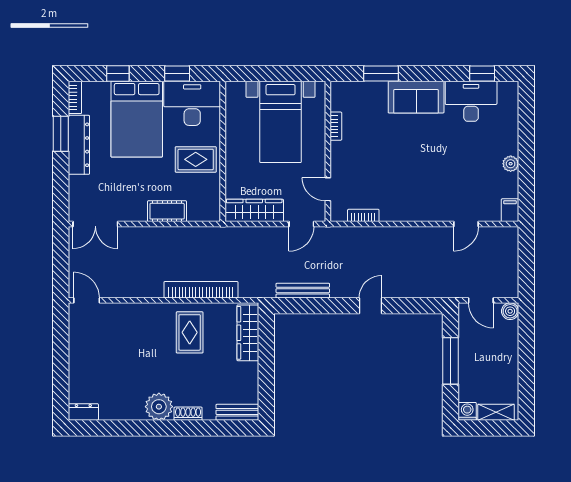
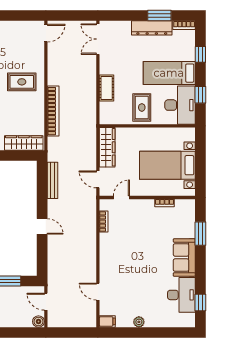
bed: (137, 119) -> (169, 73), width x0.67
door: (481, 300) -> (46, 302), hinge flipped
rug: (190, 332) -> (22, 82), moved

